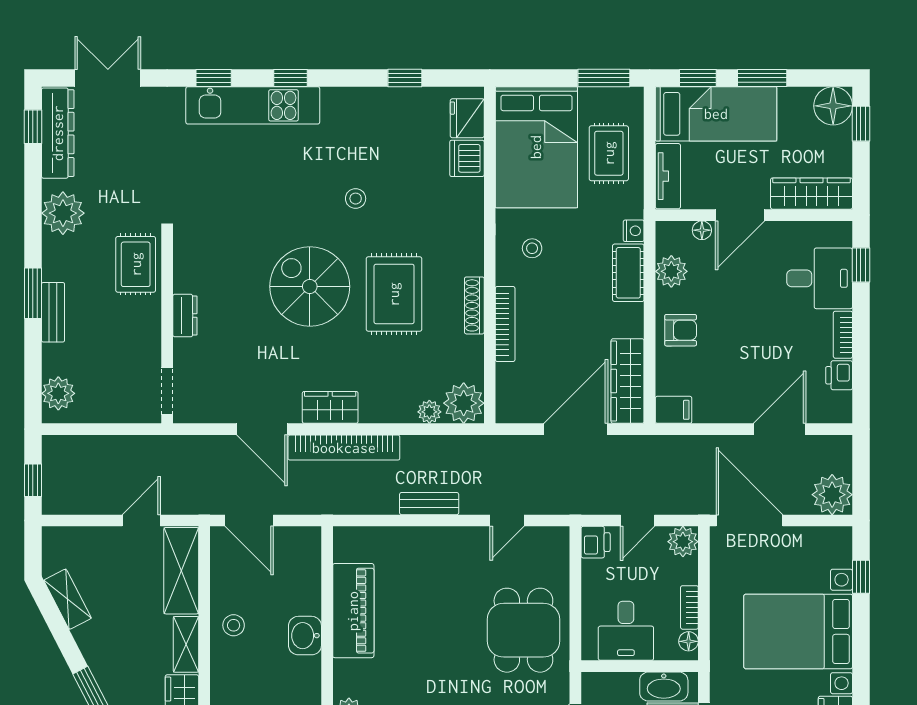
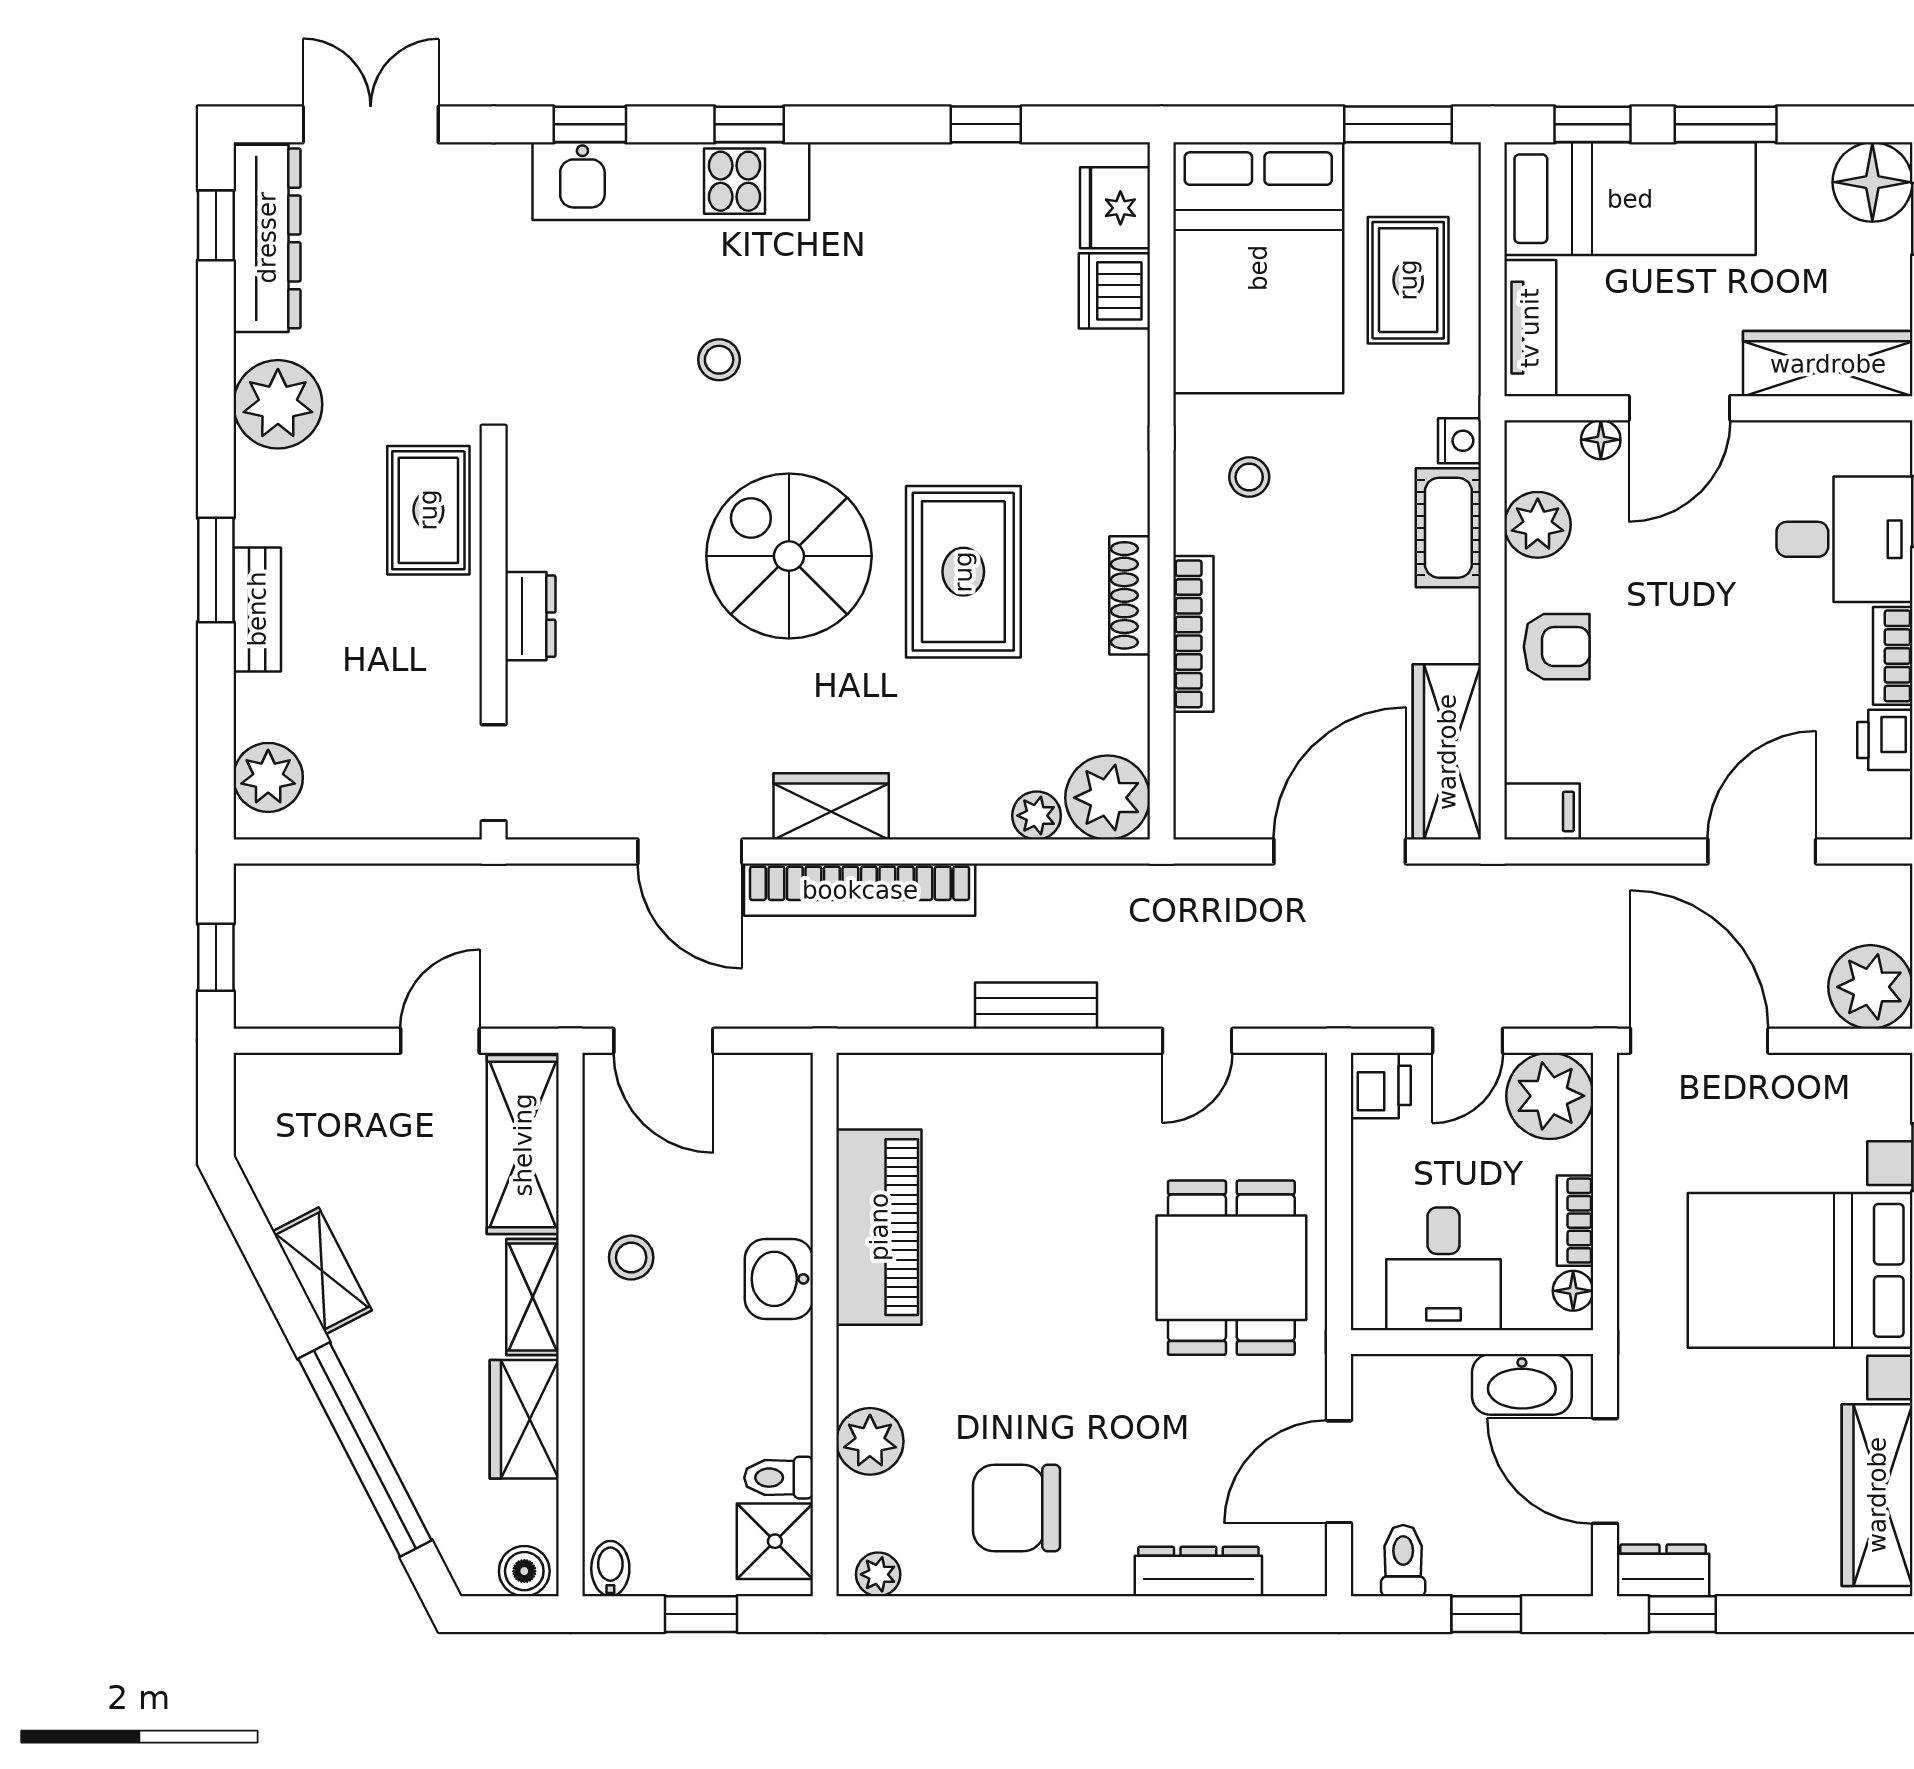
stool: (356, 199) -> (719, 360), moved
plant: (683, 542) -> (1550, 1096), width x1.36, depth x1.36
shelving: (68, 599) -> (322, 1271), moved

